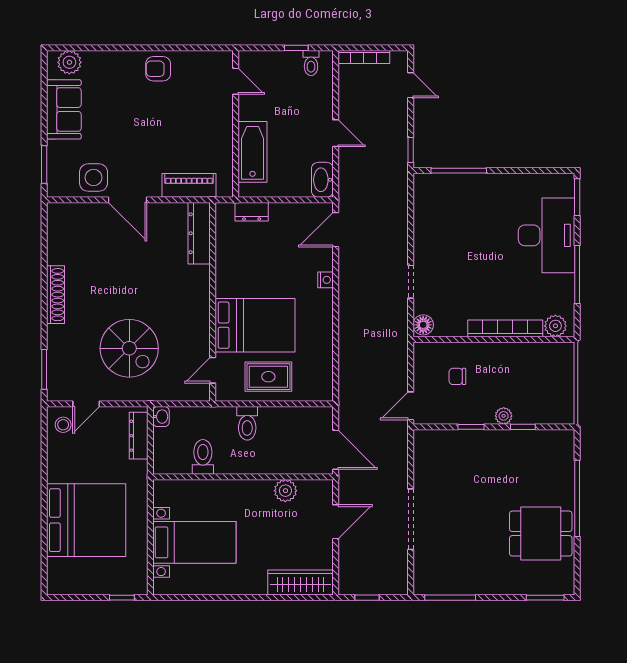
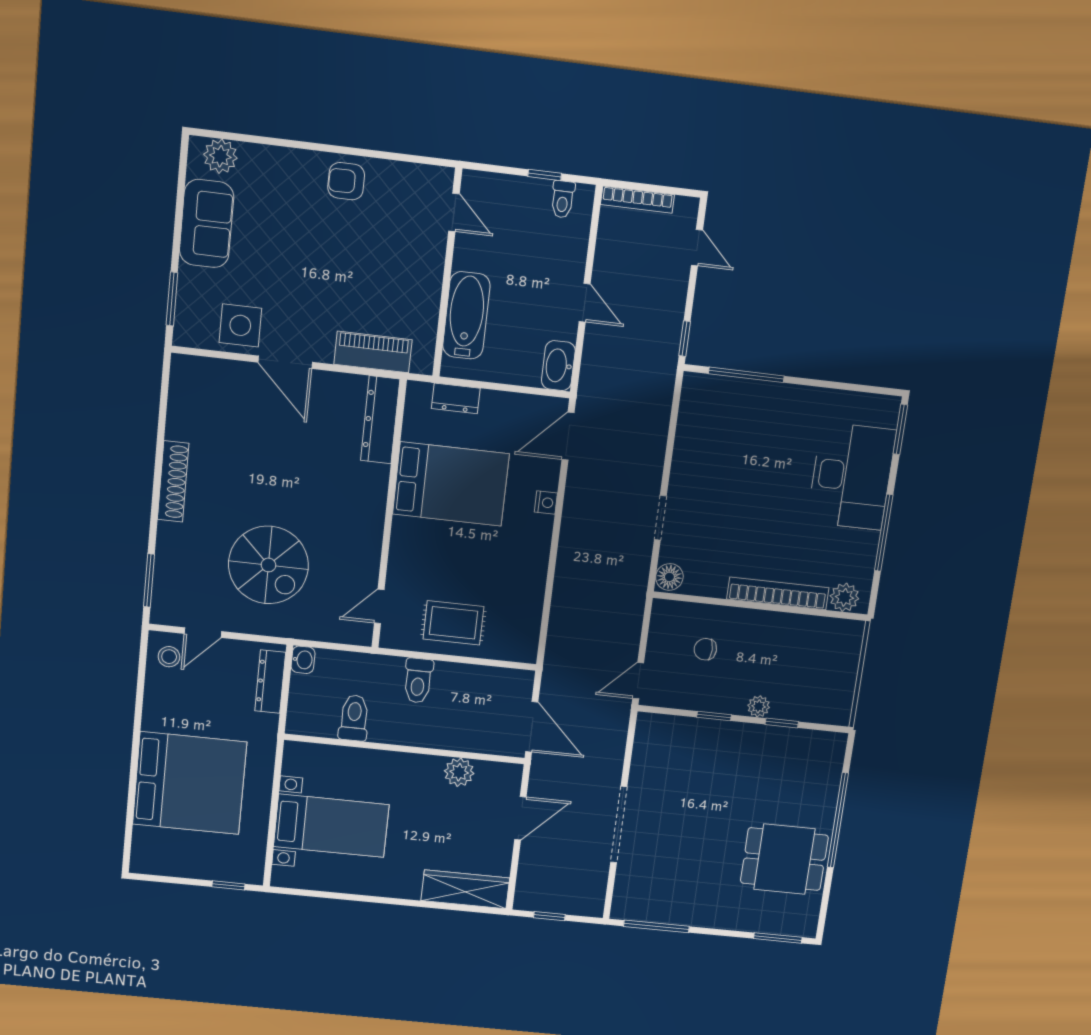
bed: (255, 325) -> (451, 484), moved

